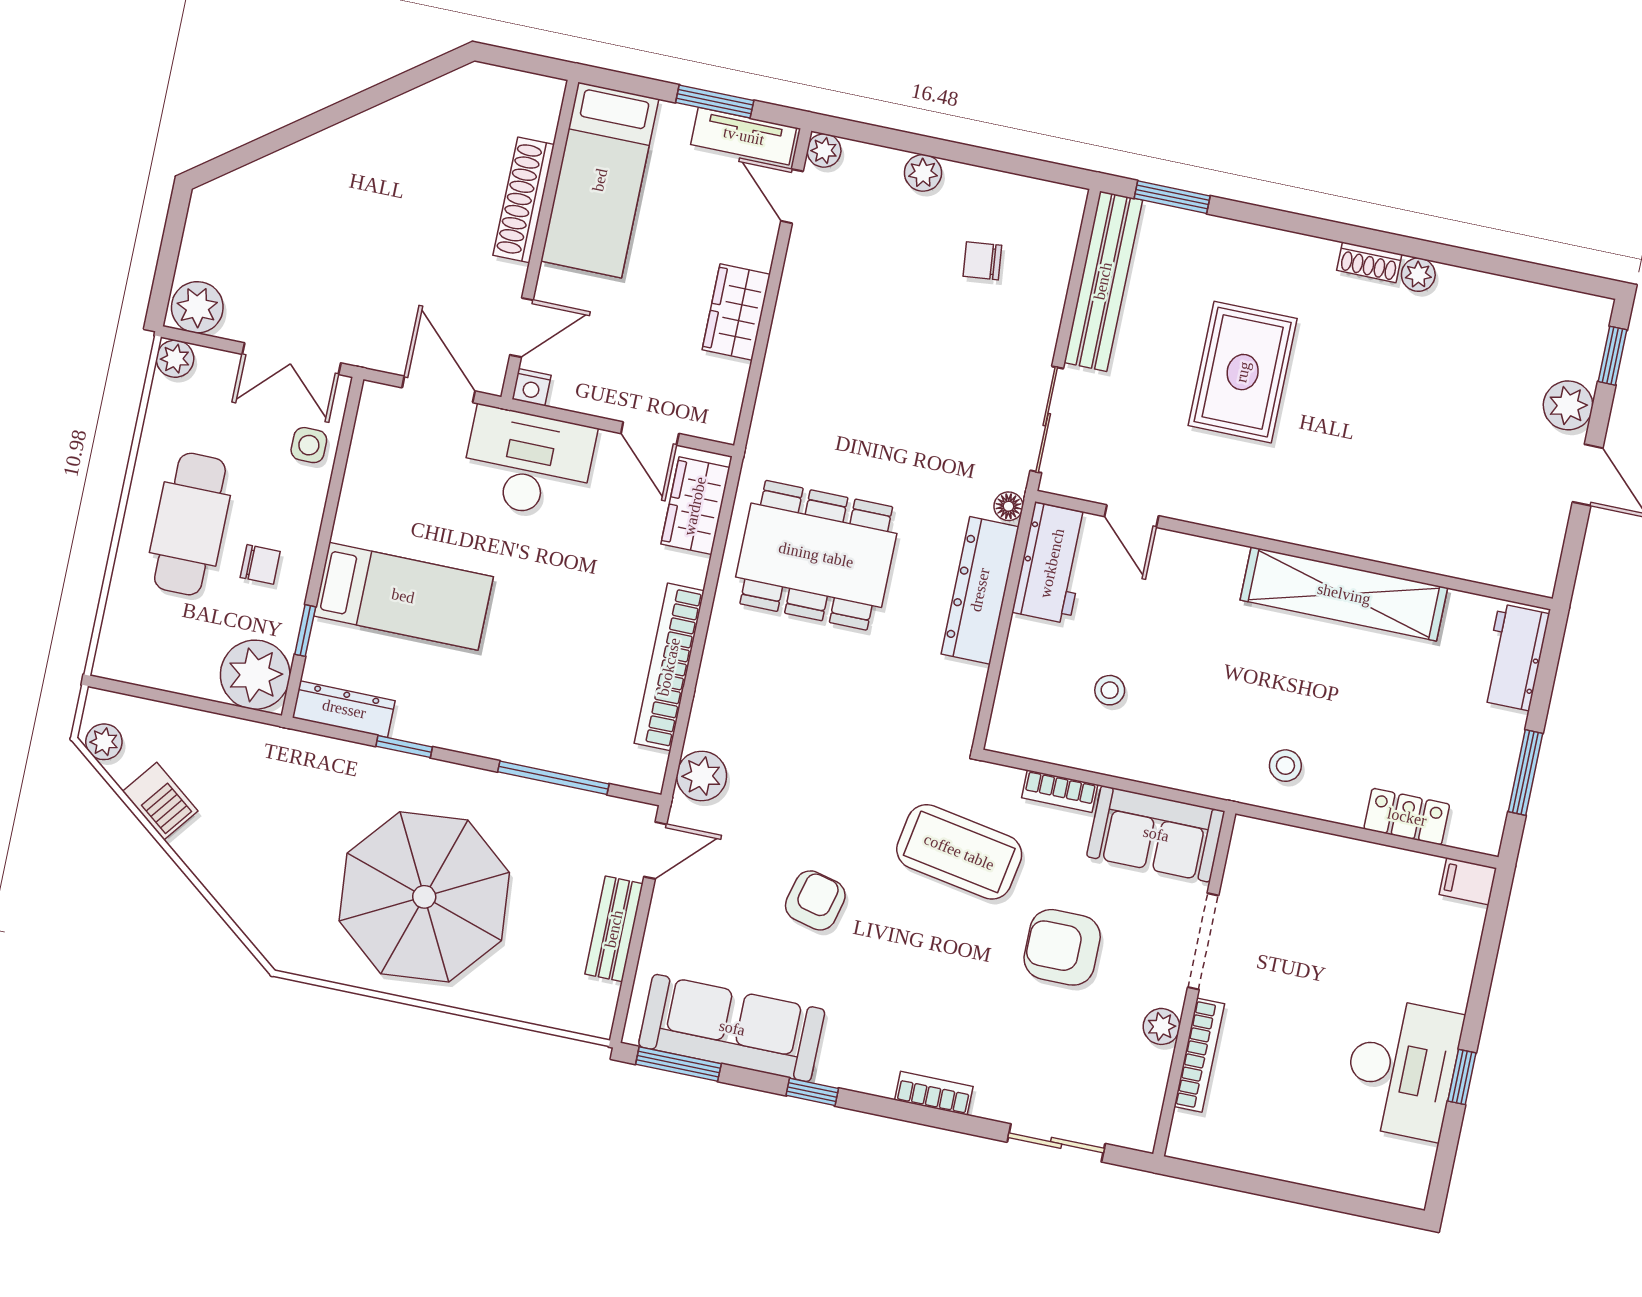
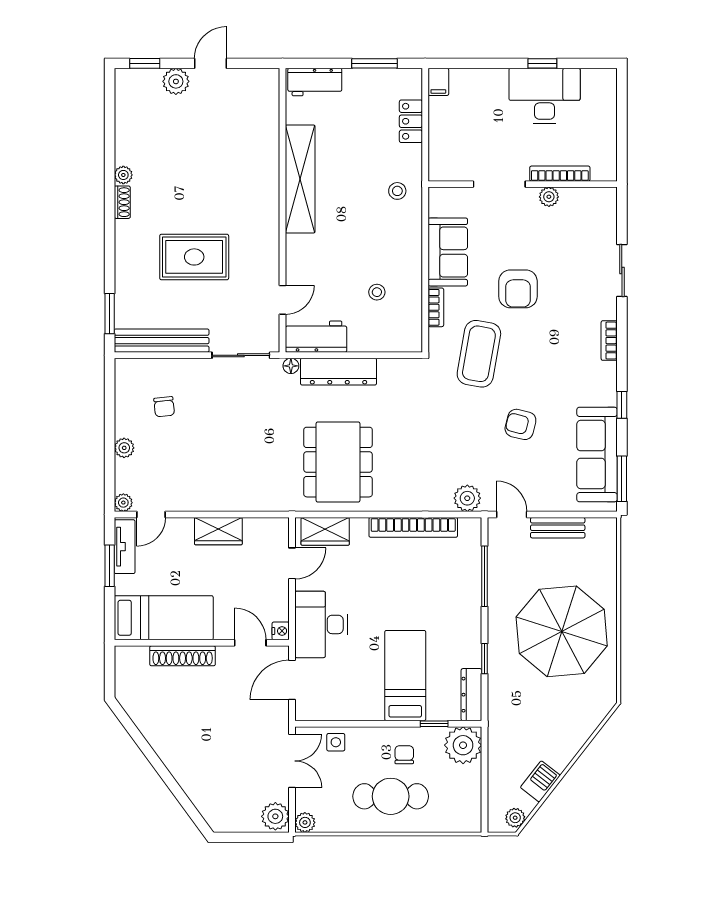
doorway: (1203, 941) -> (499, 184), moved
wall: (1194, 984) -> (523, 184), moved
plant: (1161, 1026) -> (549, 197), moved
bookcase: (1199, 1055) -> (560, 174), moved

